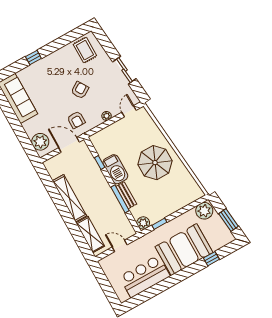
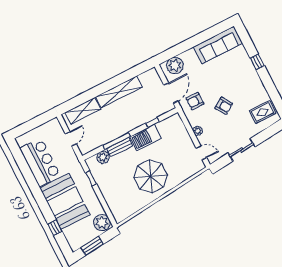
plant: (143, 223) -> (103, 157), moved

